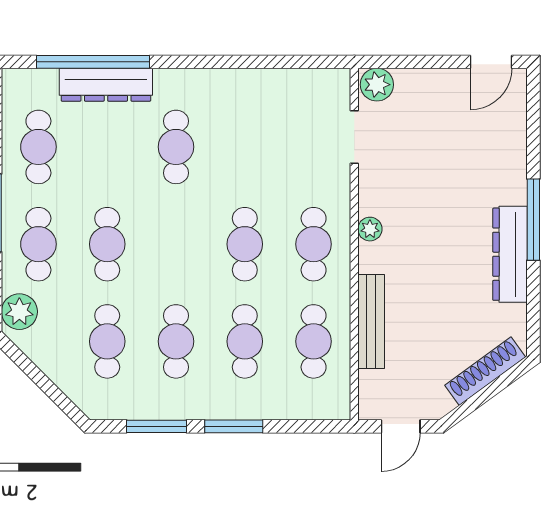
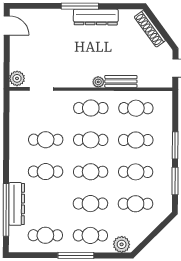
cafe table: (245, 147) -> (46, 140), added
plant: (370, 229) -> (98, 82), moved
cafe table: (176, 244) -> (91, 172), added
bench: (371, 322) -> (121, 81), width x0.73

